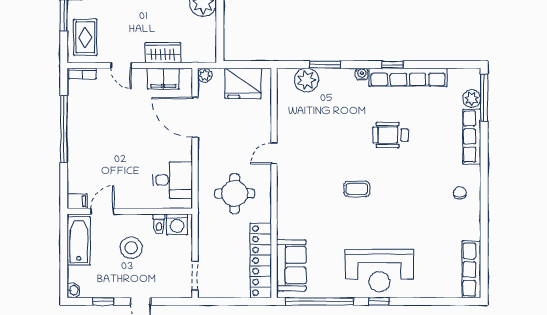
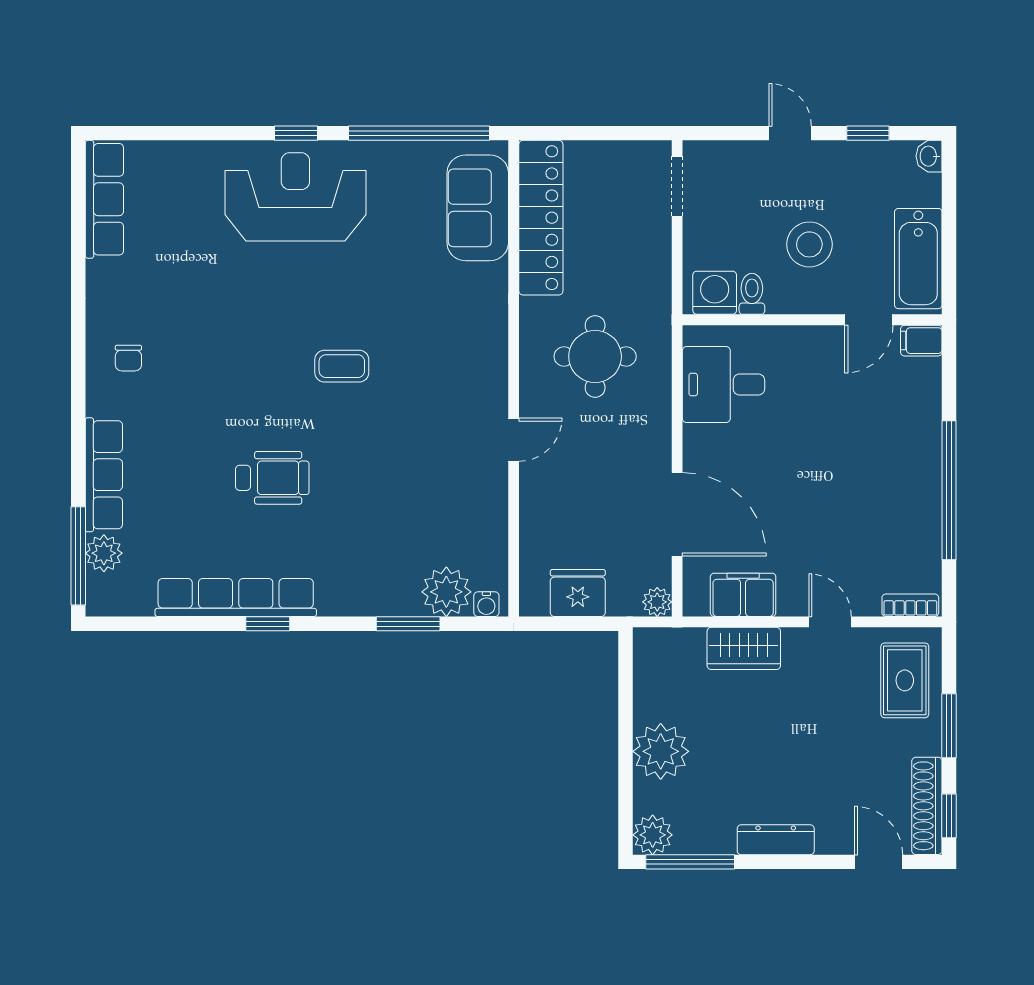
water cooler: (362, 74) -> (486, 604), moved
fridge: (243, 83) -> (578, 593), width x0.73, depth x0.75

